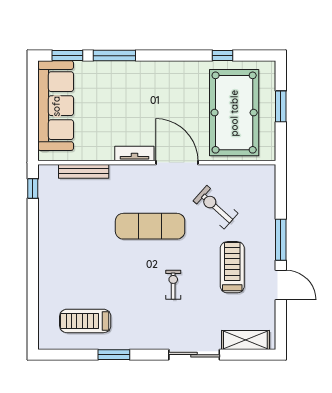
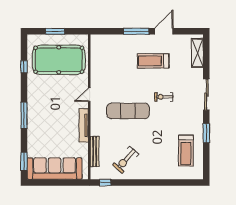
window: (114, 56) -> (24, 115), moved
tv unit: (134, 153) -> (84, 125), width x1.41
door: (177, 163) -> (89, 95), width x0.53
exercise bike: (215, 207) -> (126, 160), moved
exercise mat: (150, 226) -> (128, 111), turned 90
sliding door: (194, 355) -> (206, 95), moved

